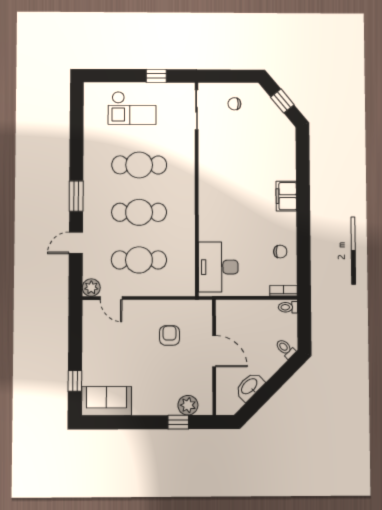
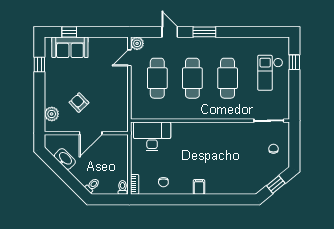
window: (156, 76) -> (294, 62), moved
filing cabinet: (286, 196) -> (199, 187), width x0.50
armchair: (170, 335) -> (79, 103), moved, turned -134
sofa: (107, 401) -> (70, 47), moved, turned 90
window: (178, 422) -> (39, 64), moved

